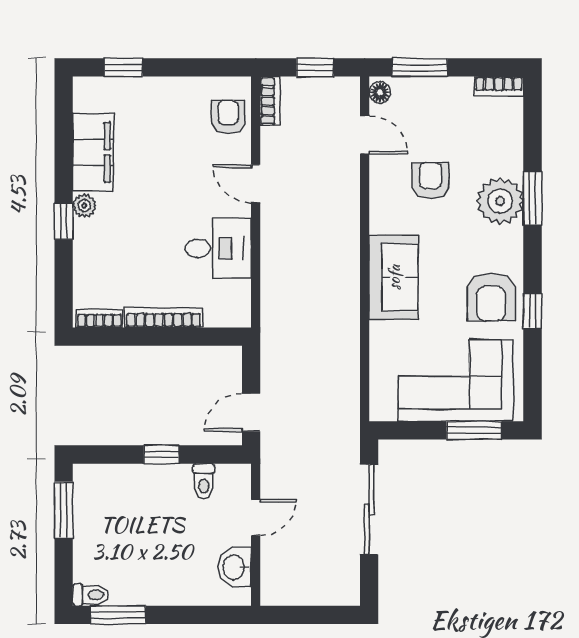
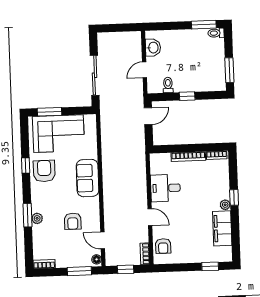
plant: (500, 201) -> (37, 218), width x0.53, depth x0.53

